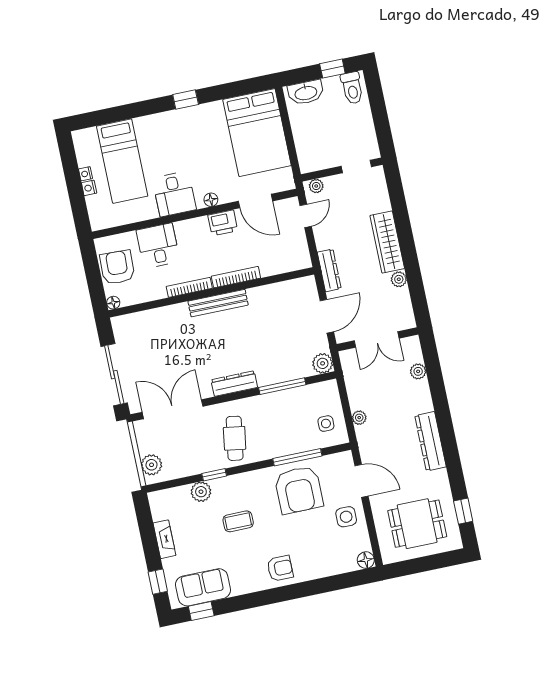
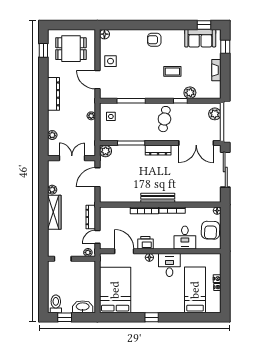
dresser: (329, 270) -> (91, 217), moved
armchair: (299, 490) -> (134, 82), removed

